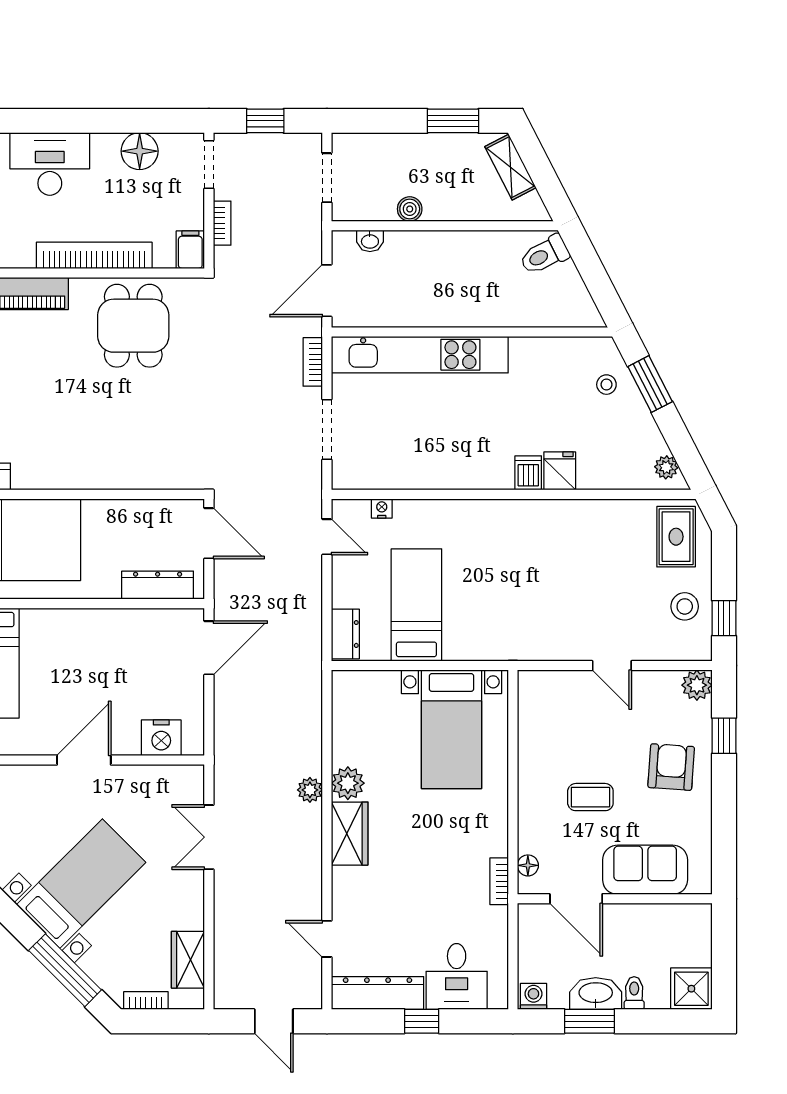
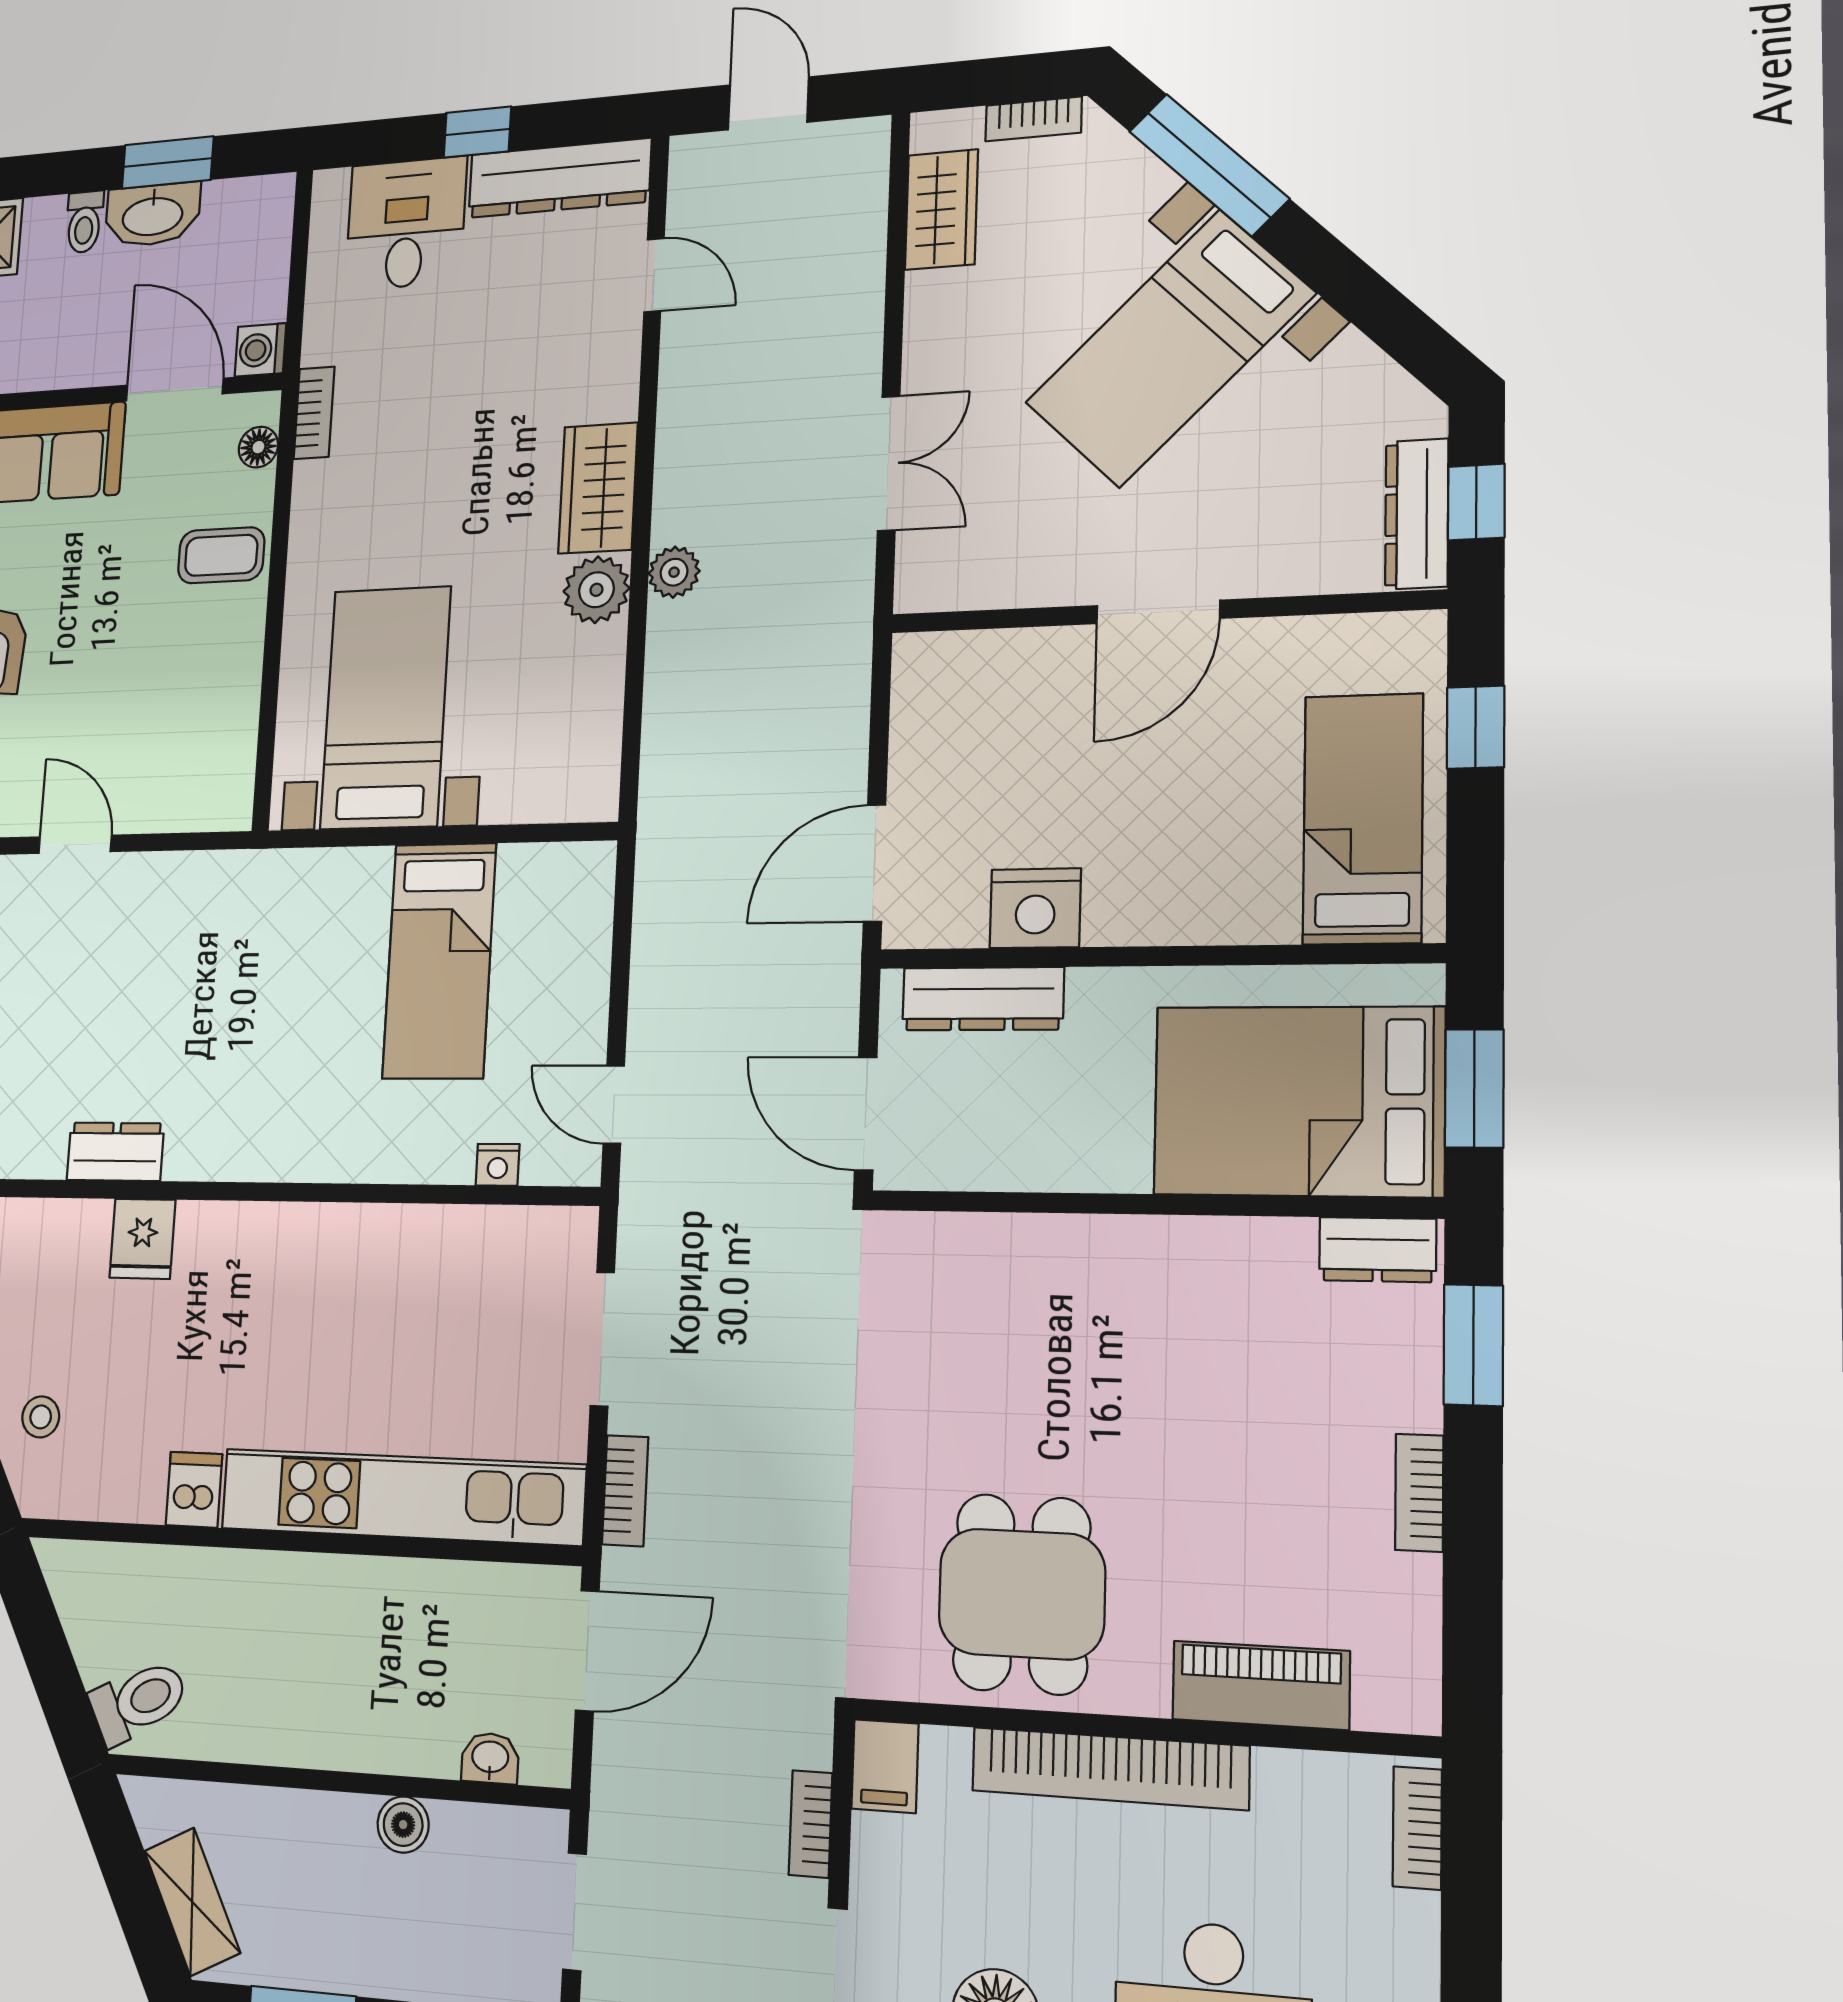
dishwasher: (528, 473) -> (194, 1490), moved, turned 180
dresser: (345, 634) -> (115, 1152), moved, turned 90
nightstand: (161, 738) -> (1035, 908), moved, turned 180
coffee table: (590, 797) -> (221, 555), moved
washing machine: (533, 996) -> (260, 350), moved, turned 90

